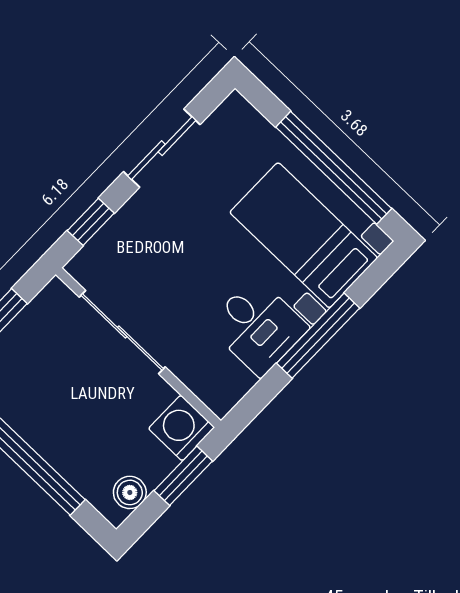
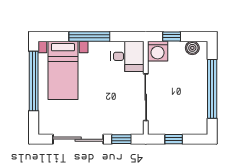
sliding door: (162, 148) -> (78, 139), width x1.37
desk: (258, 327) -> (127, 56), moved, turned 90
window: (183, 476) -> (172, 36), width x0.67

